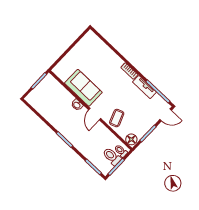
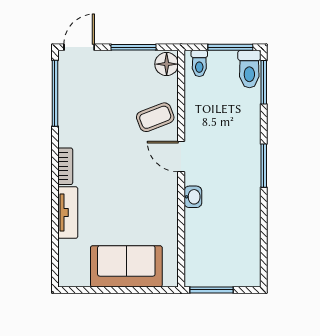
tv unit: (144, 87) -> (68, 213), moved
sofa: (83, 88) -> (126, 266), moved, turned 90
door: (95, 114) -> (181, 156), swing flipped
door: (166, 115) -> (79, 47), hinge flipped
toilet: (112, 156) -> (249, 69), moved

